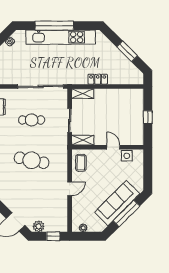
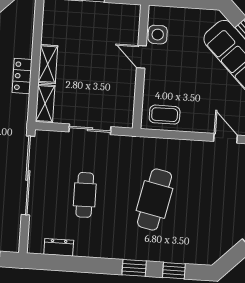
shelving: (83, 140) -> (48, 64), moved
door: (113, 147) -> (141, 57), hinge flipped
door: (70, 189) -> (225, 138), moved

